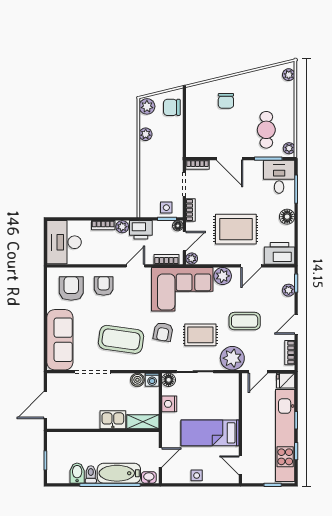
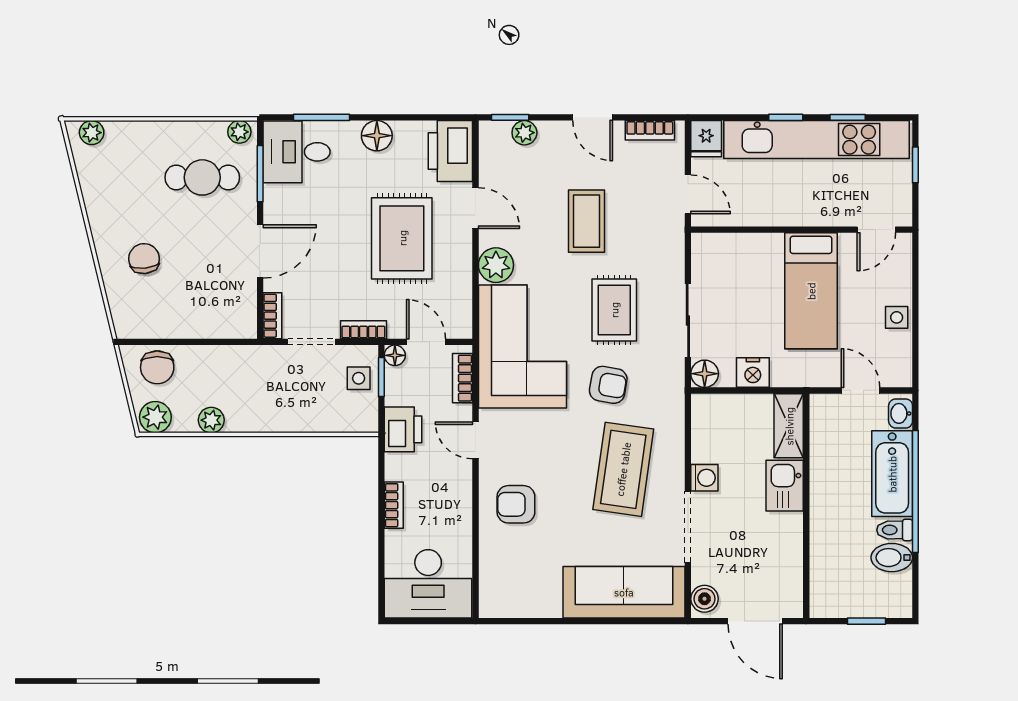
chair: (226, 101) -> (144, 259), turned -96
plant: (122, 227) -> (397, 467), removed
plant: (192, 259) -> (461, 327), removed
armchair: (71, 288) -> (521, 569), removed
plant: (232, 358) -> (661, 246), removed
boiler: (137, 380) -> (705, 599), moved
washing machine: (152, 380) -> (704, 478), moved

